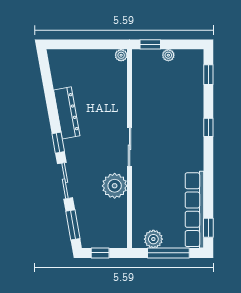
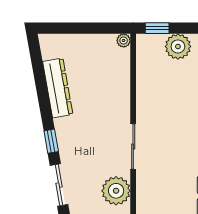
plant: (168, 55) -> (178, 46), width x1.87, depth x1.87
dresser: (67, 113) -> (58, 88), moved

